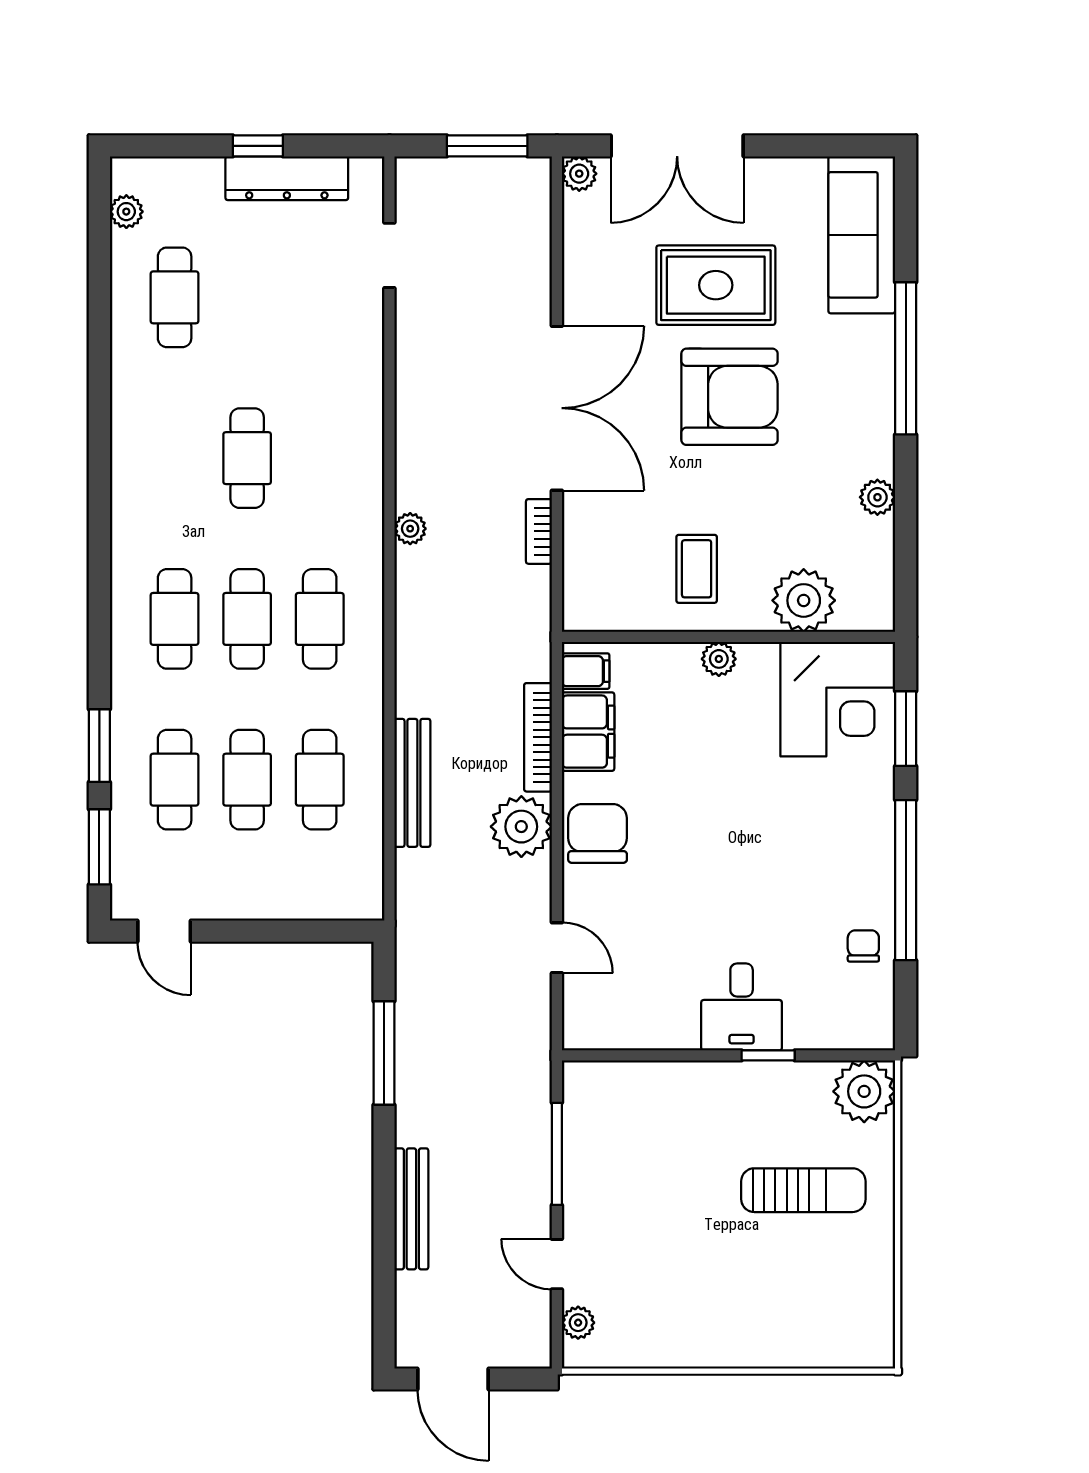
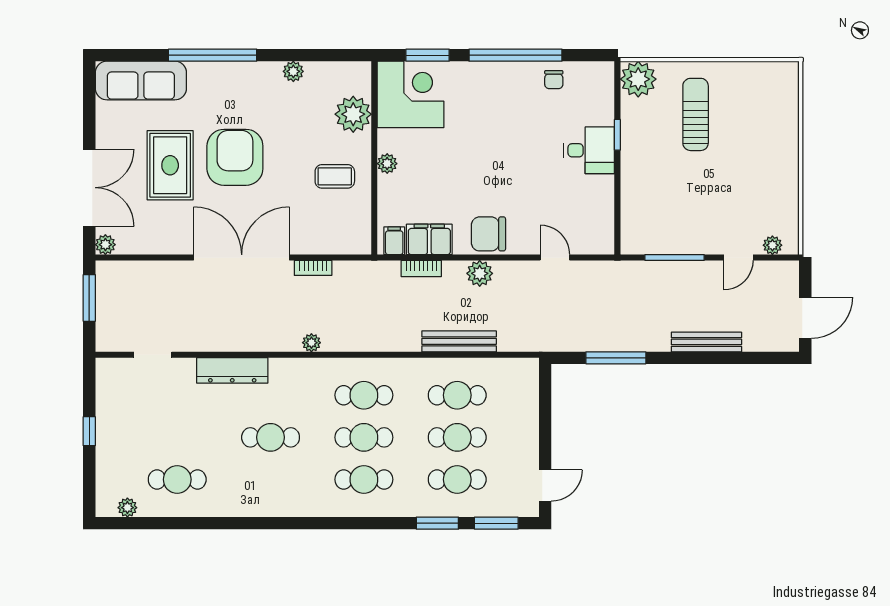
dresser: (287, 178) -> (232, 370), moved, turned 90
bookcase: (538, 737) -> (421, 268), width x0.64
plant: (521, 827) -> (480, 273), width x0.73, depth x0.73
chair: (863, 946) -> (554, 80), turned -90
door: (557, 948) -> (555, 258), hinge flipped

